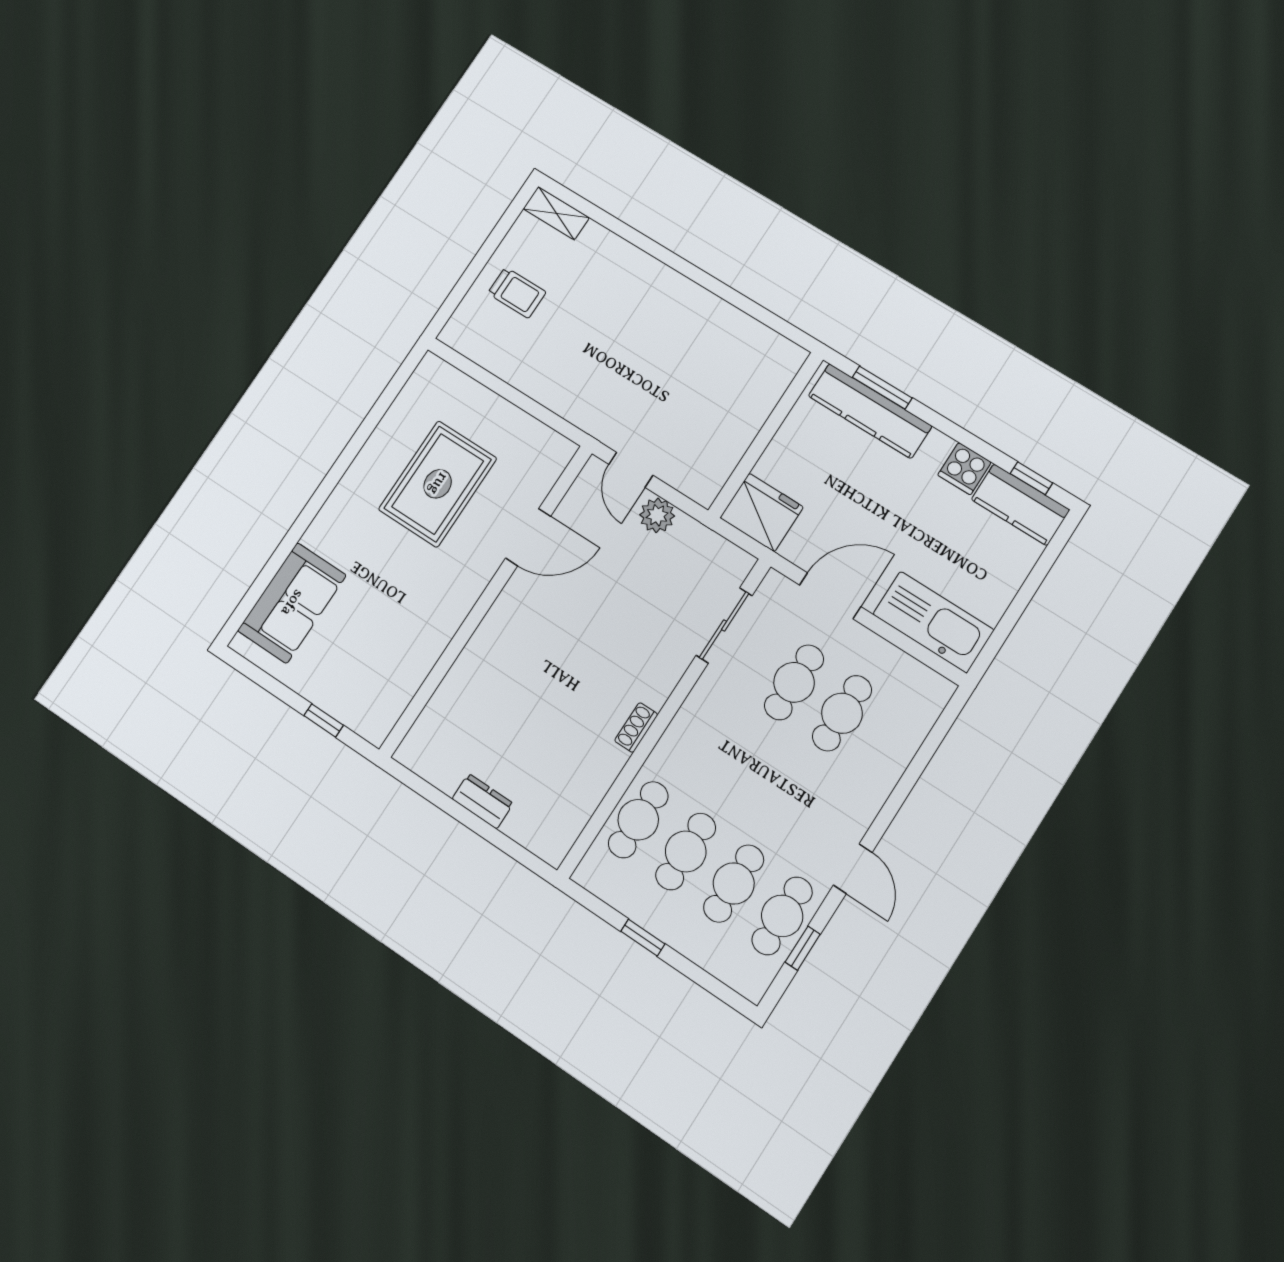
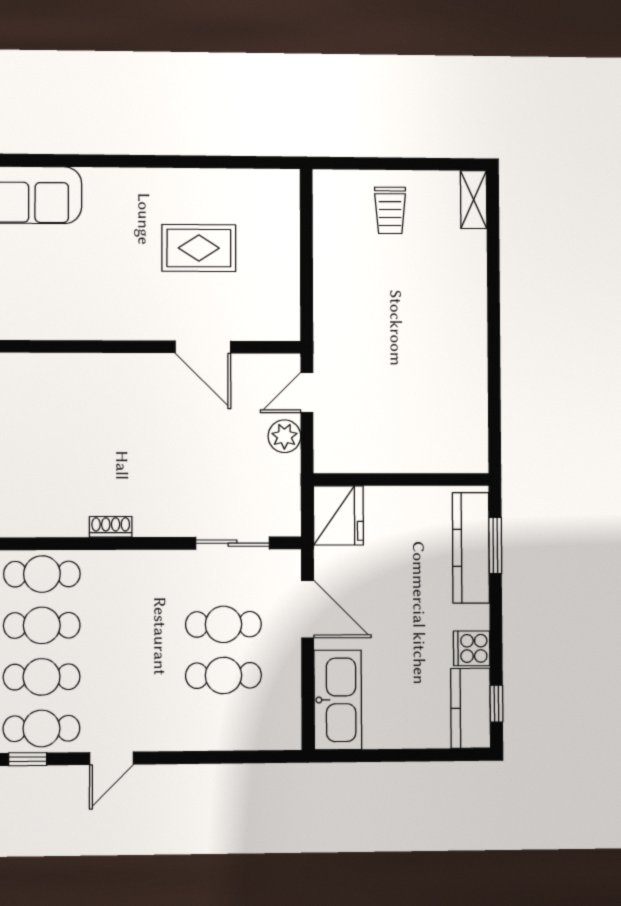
rug: (438, 484) -> (199, 248), width x0.73, depth x0.70

